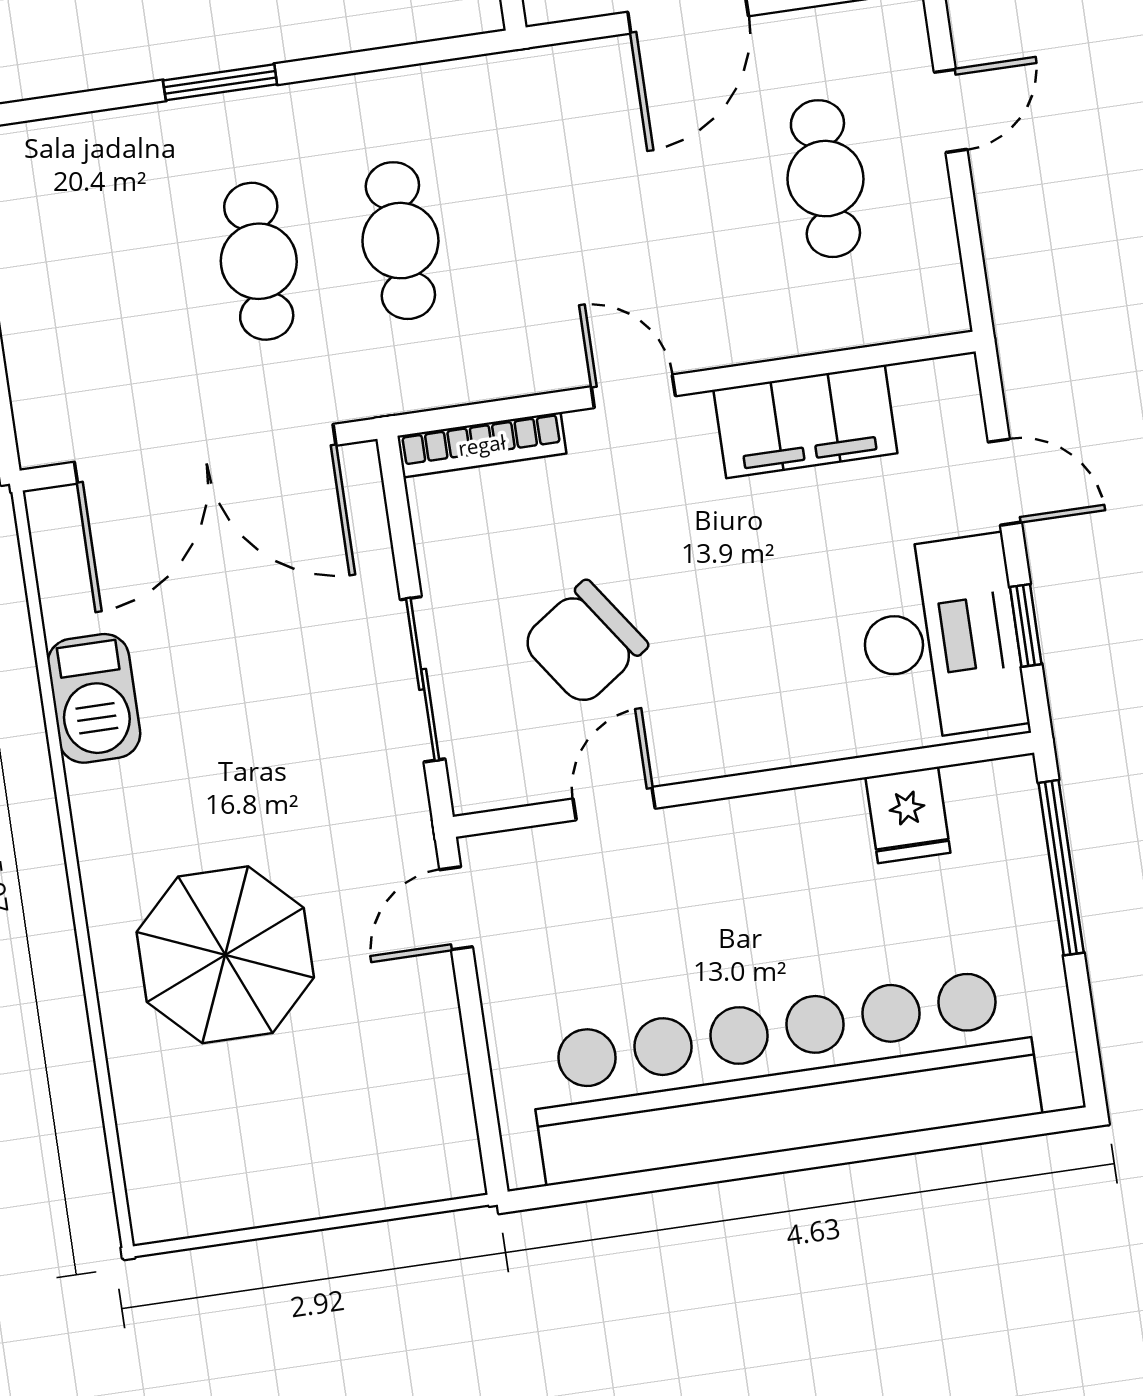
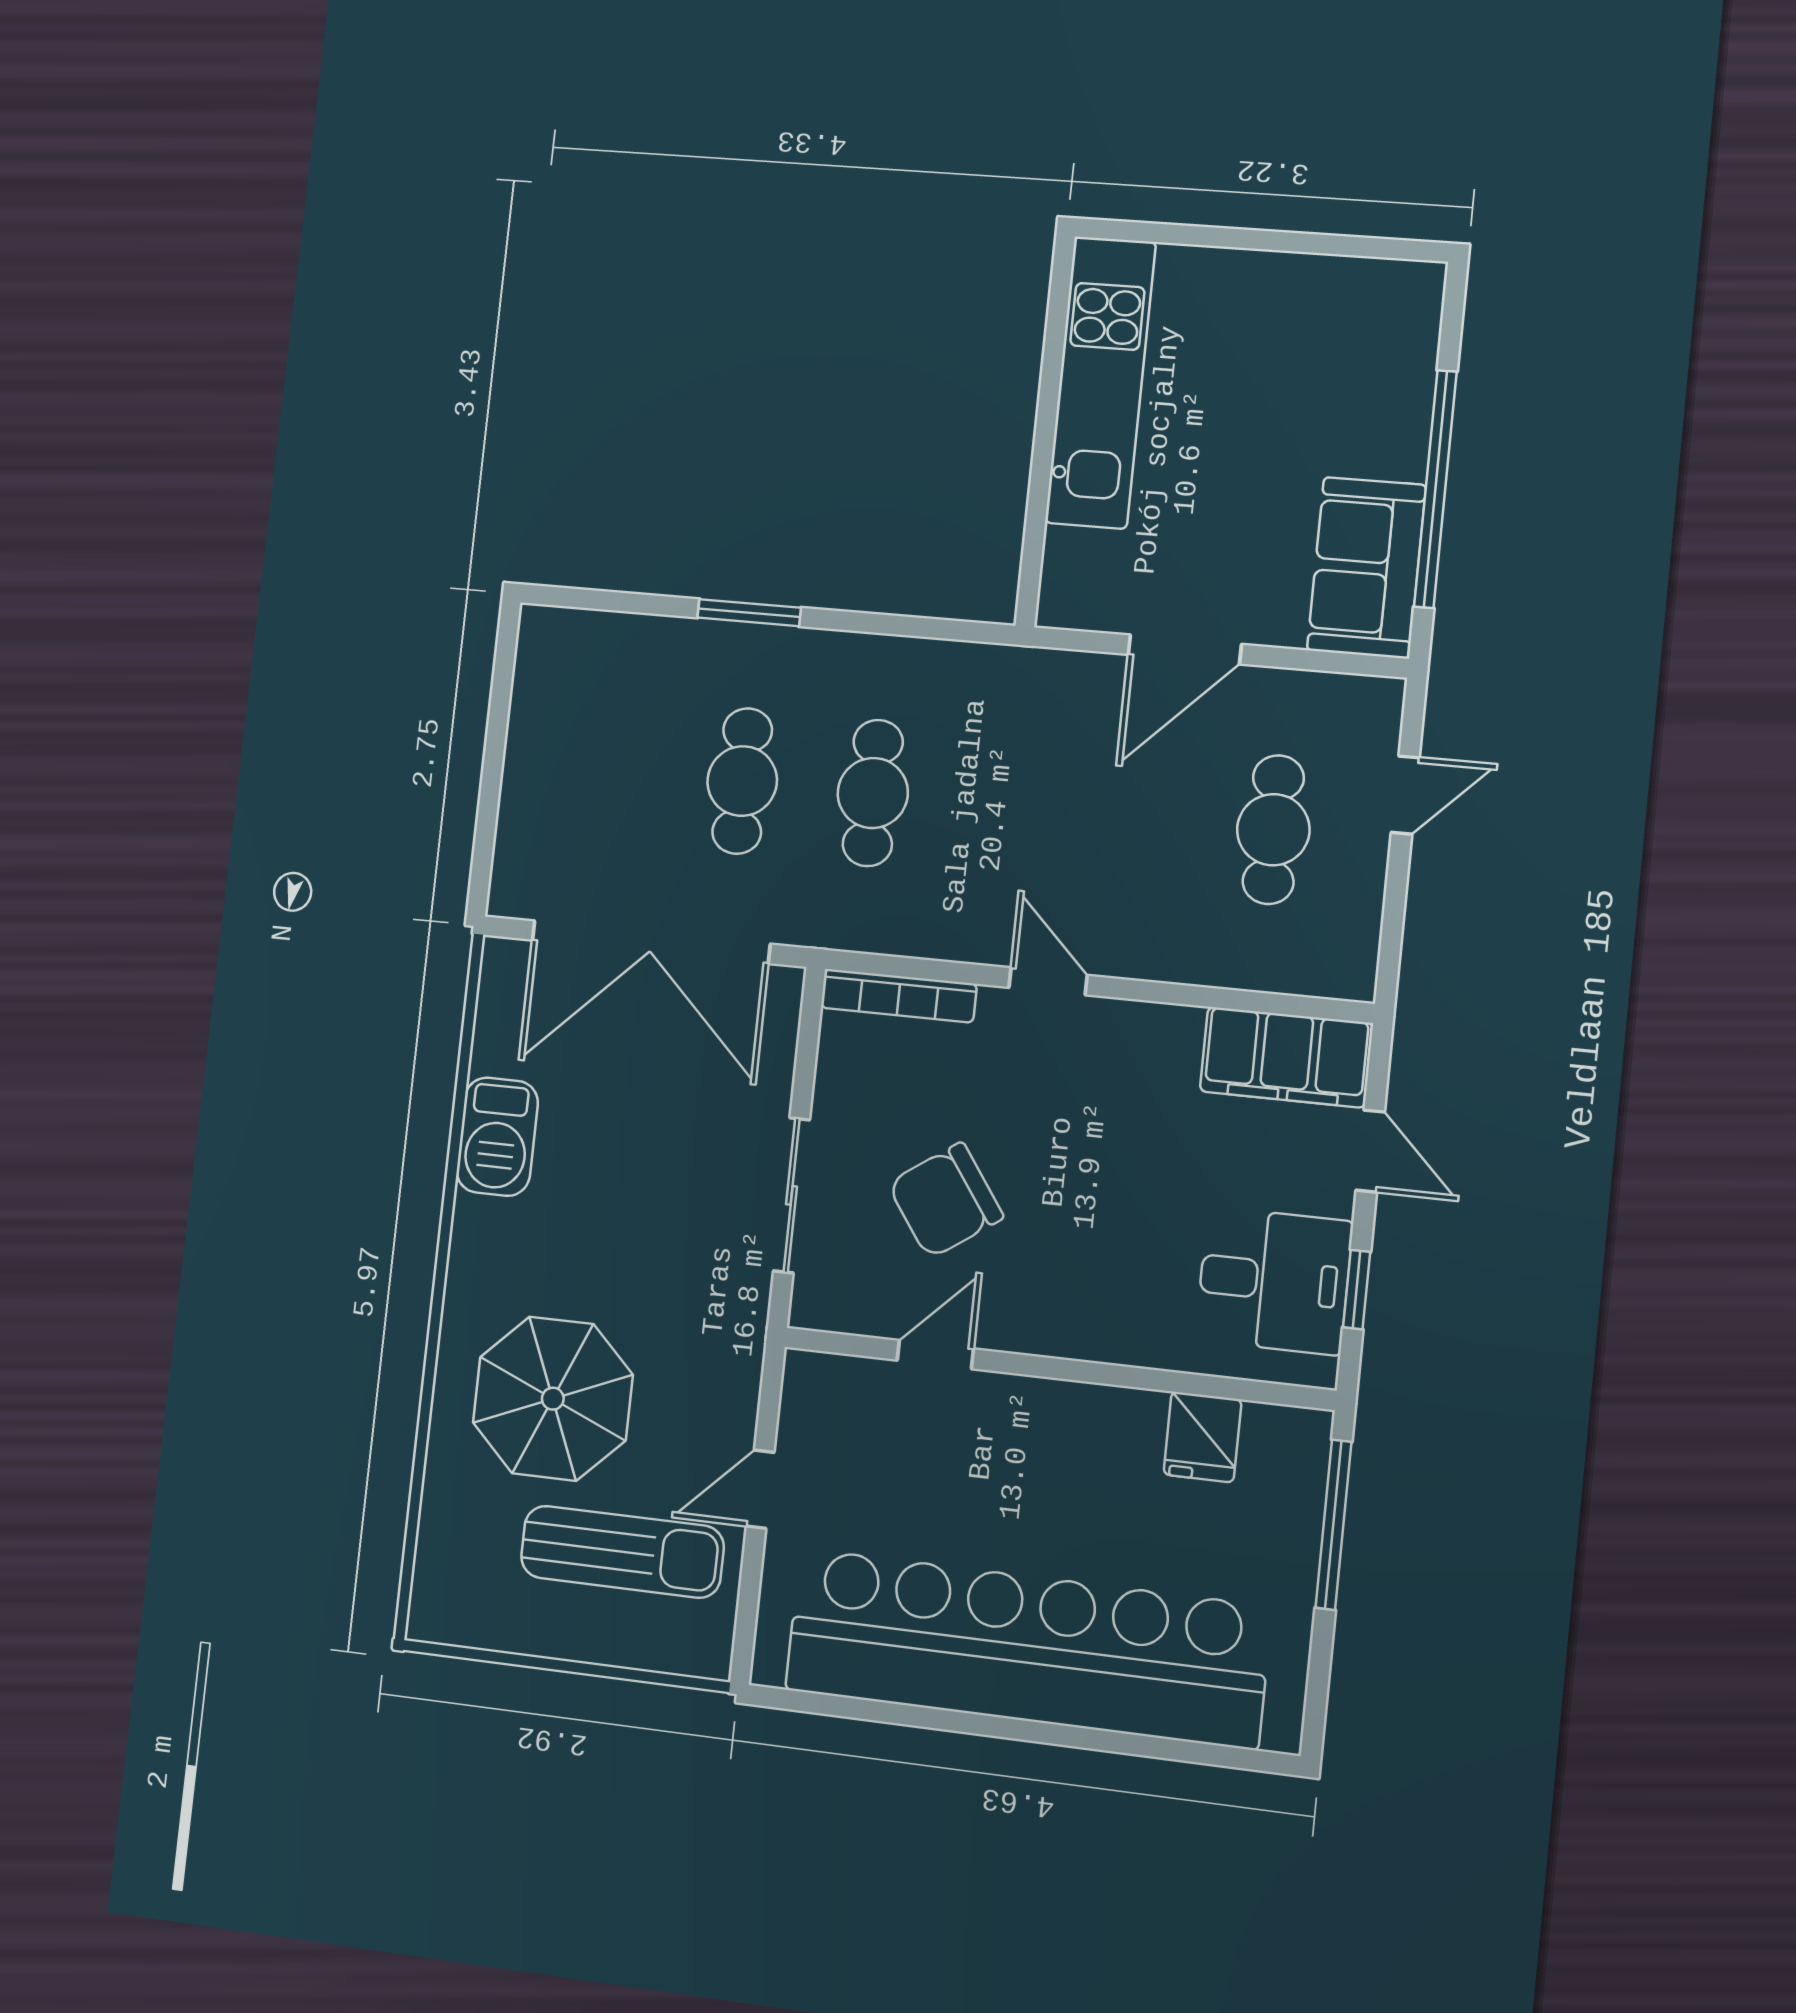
filing cabinet: (805, 422) -> (1286, 1057), moved
desk: (941, 638) -> (1274, 1281), width x0.73
door: (456, 908) -> (760, 1489), moved
sun lounger: (340, 1092) -> (622, 1552), added

